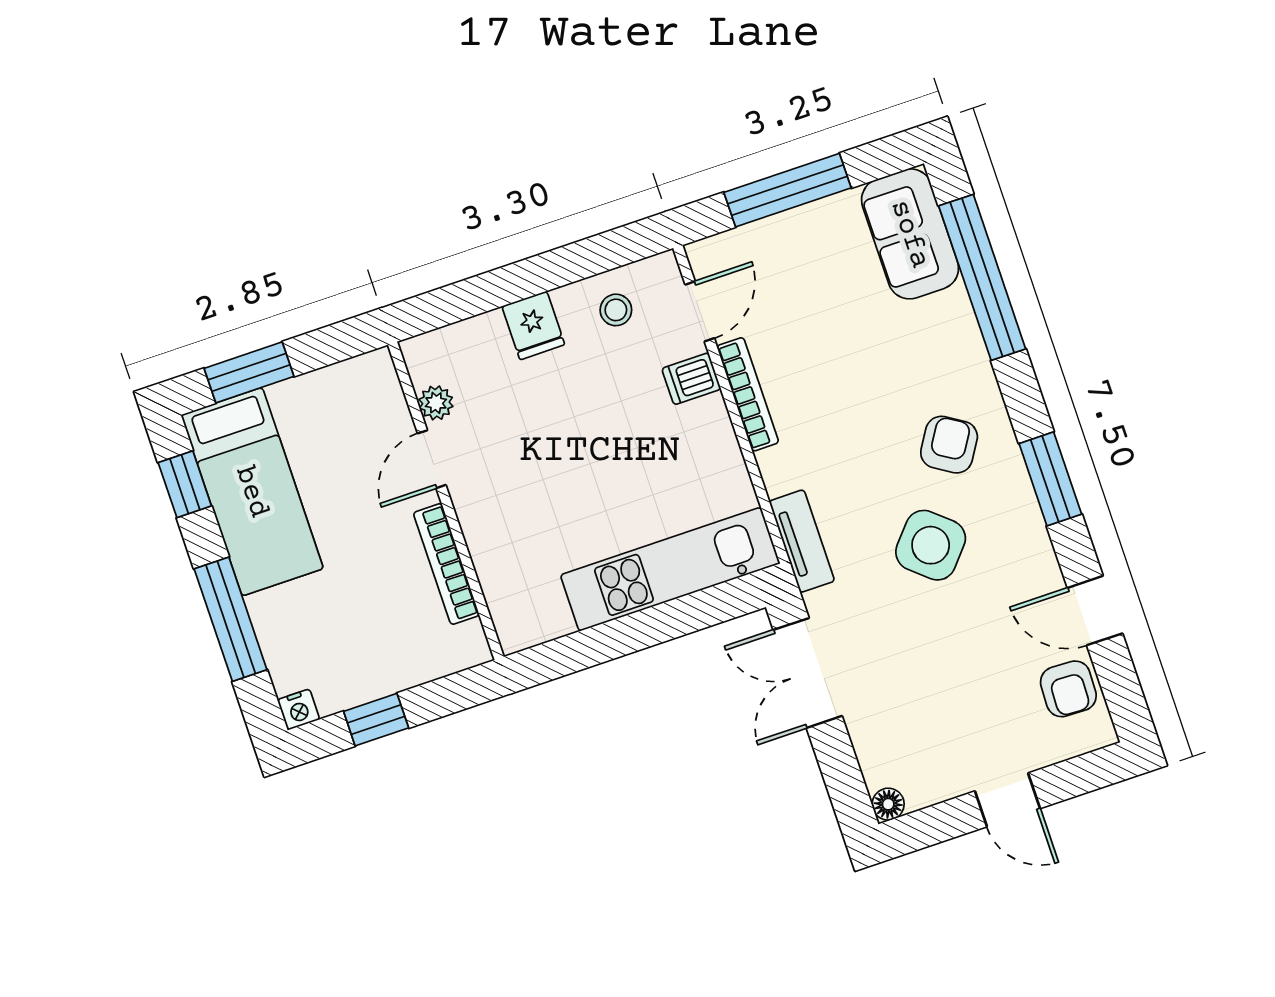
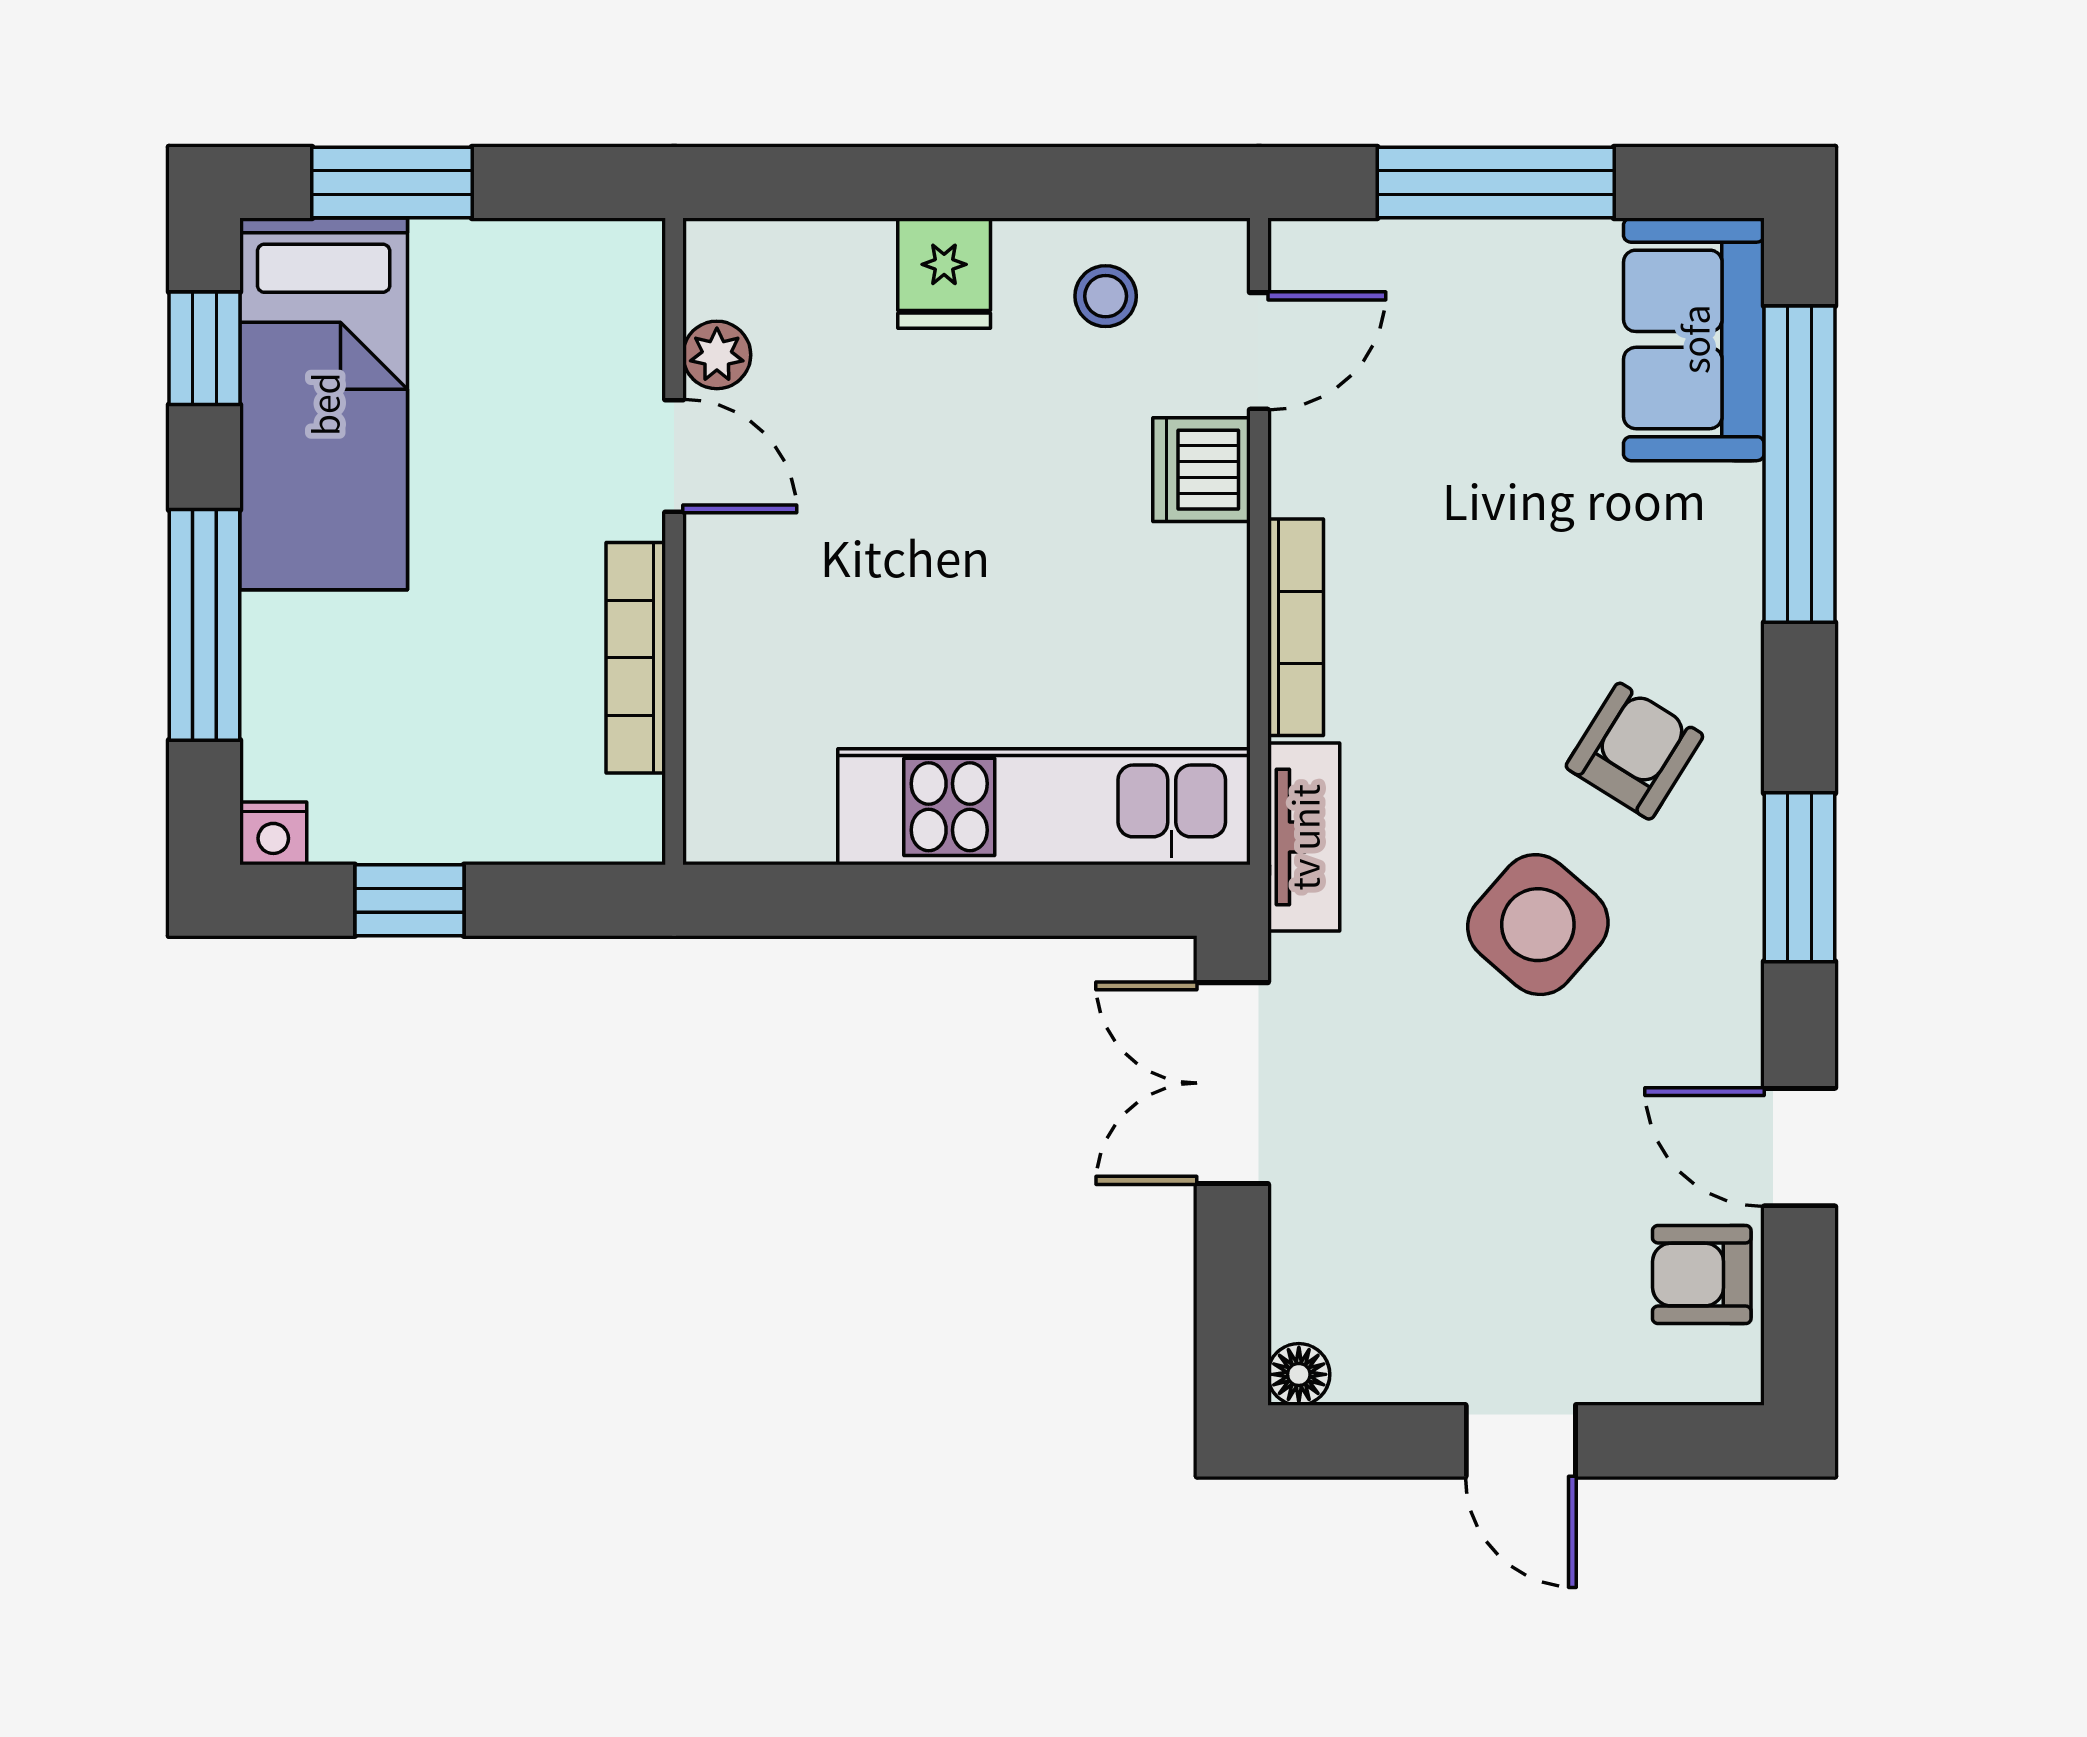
dishwasher: (691, 379) -> (1202, 470), width x1.38
bookcase: (748, 394) -> (1296, 627), moved
door: (432, 459) -> (674, 456), swing flipped
armchair: (1068, 689) -> (1702, 1275), turned 88

